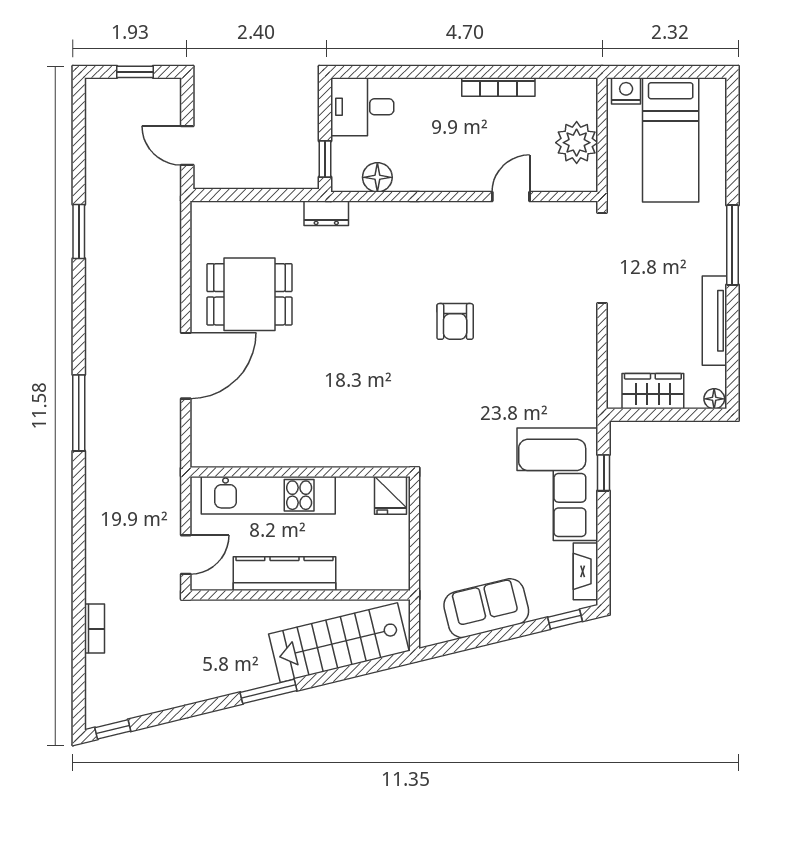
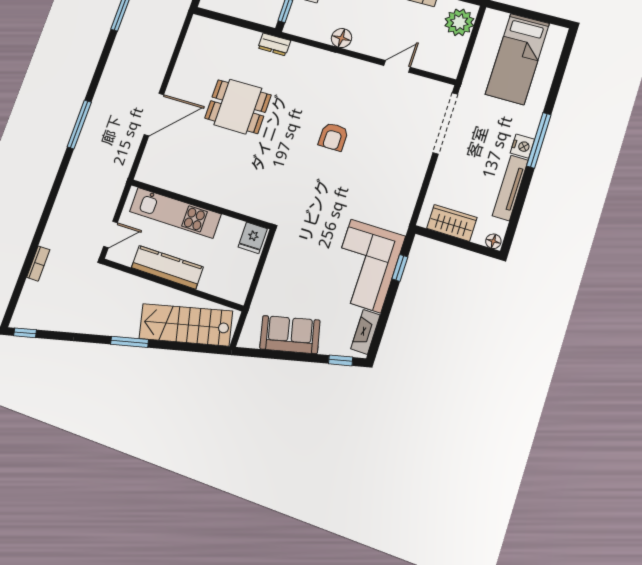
nightstand: (626, 91) -> (522, 146), moved, turned 90
plant: (577, 143) -> (459, 22), moved
floor lamp: (377, 177) -> (341, 38), moved
dining table: (249, 294) -> (238, 107), moved

